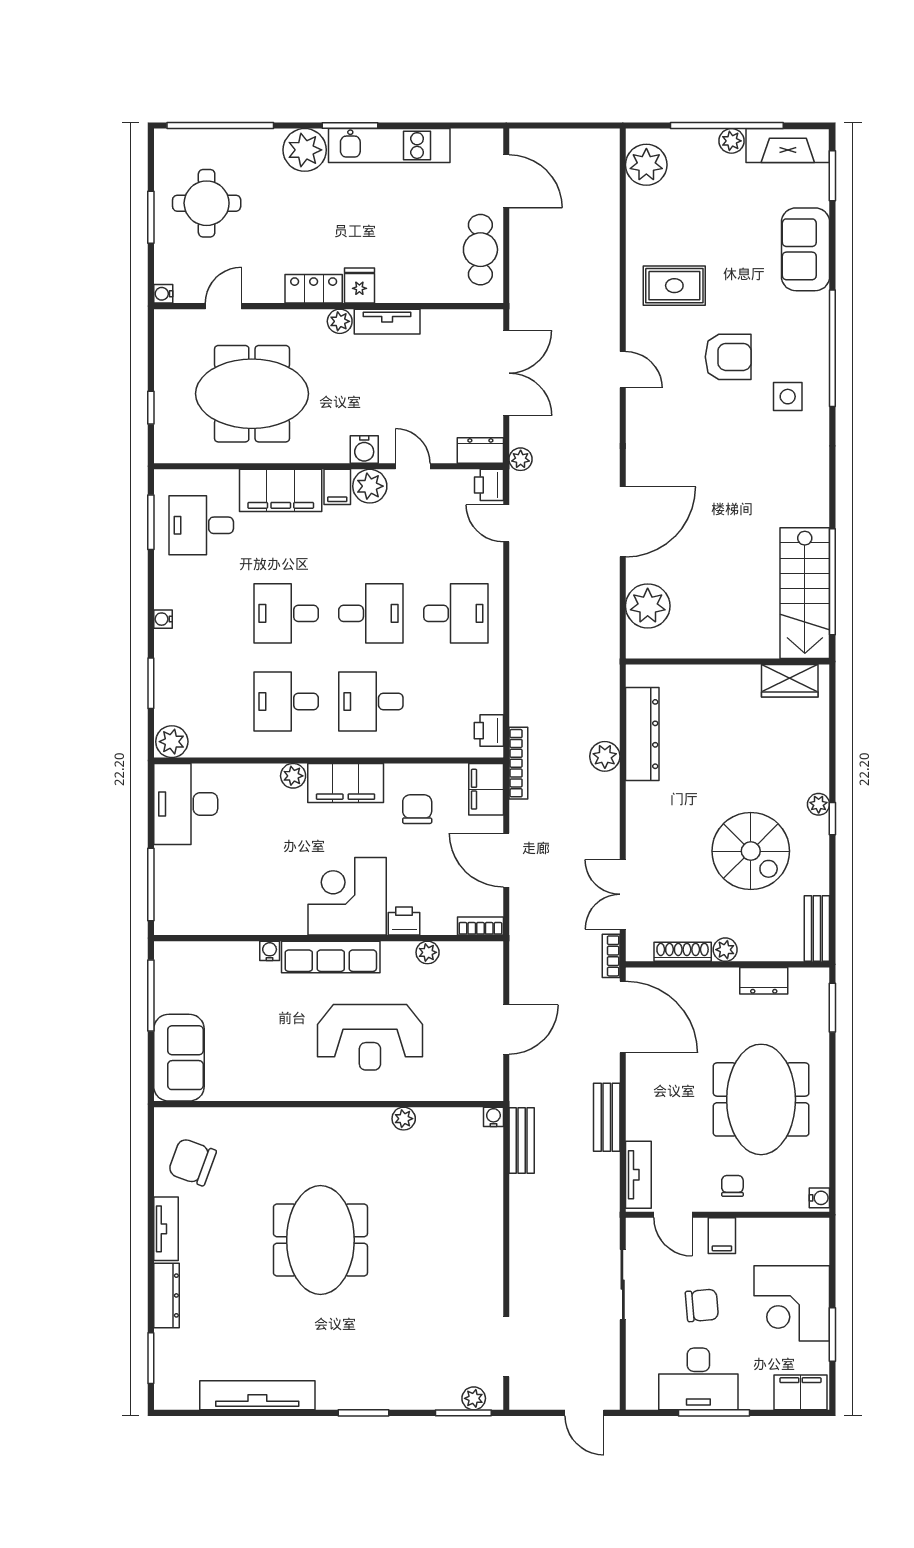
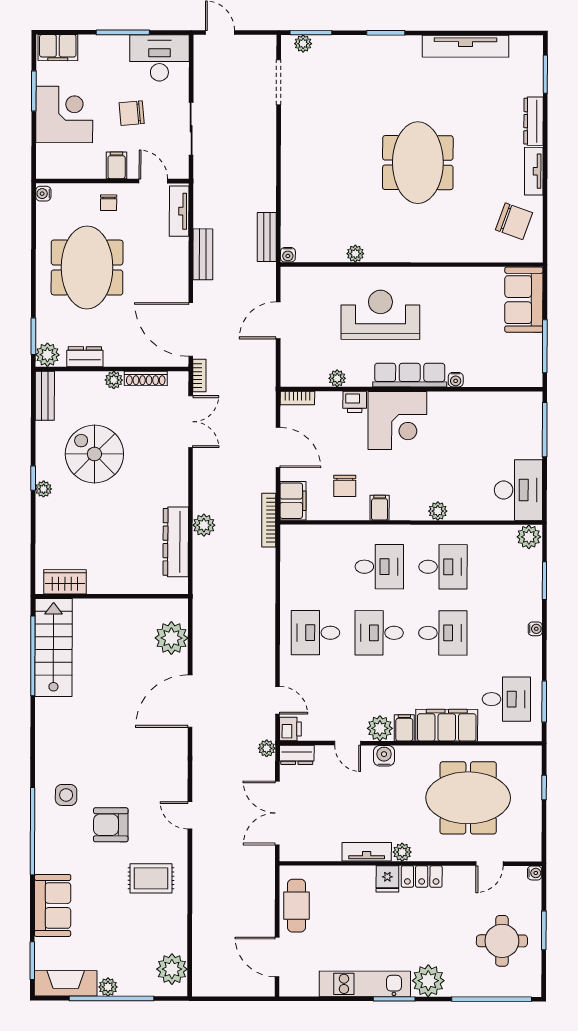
printer: (489, 731) -> (291, 545), removed
filing cabinet: (346, 783) -> (380, 508), width x0.33, depth x0.86
plant: (814, 983) -> (47, 355), added
desk: (698, 1379) -> (159, 58), moved

